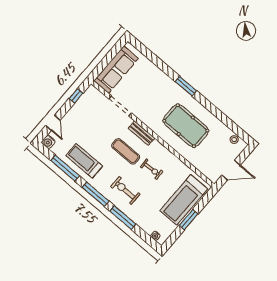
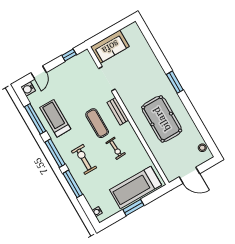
sofa: (116, 70) -> (110, 47), width x0.73

